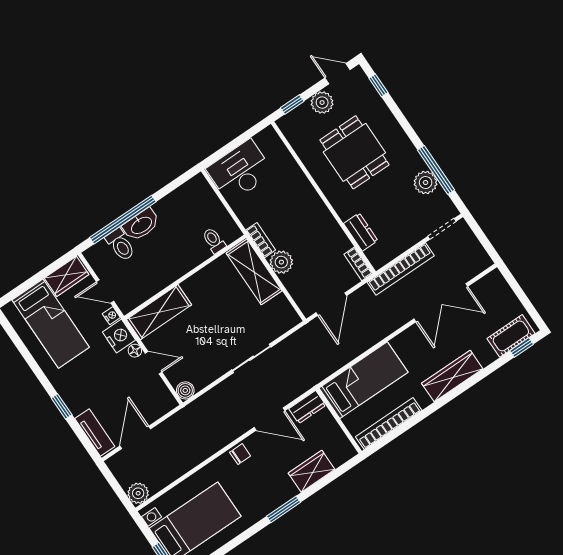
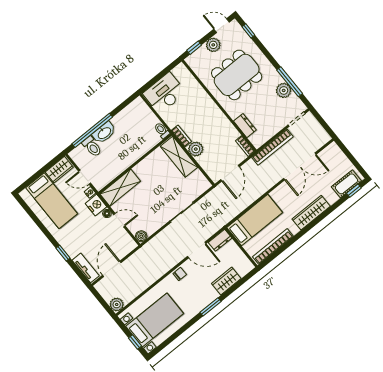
dining table: (354, 152) -> (237, 75), width x1.38
toilet: (214, 240) -> (162, 130), moved

